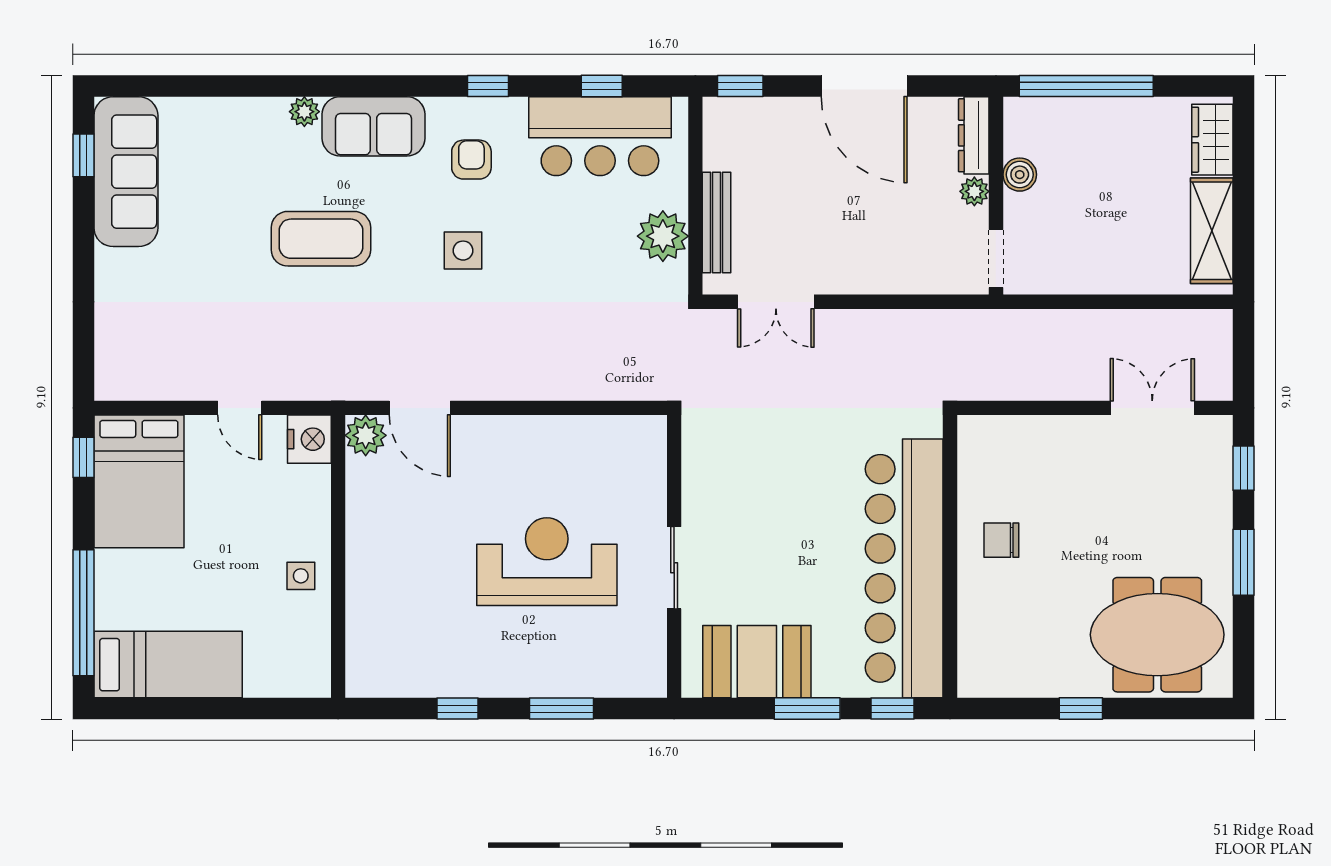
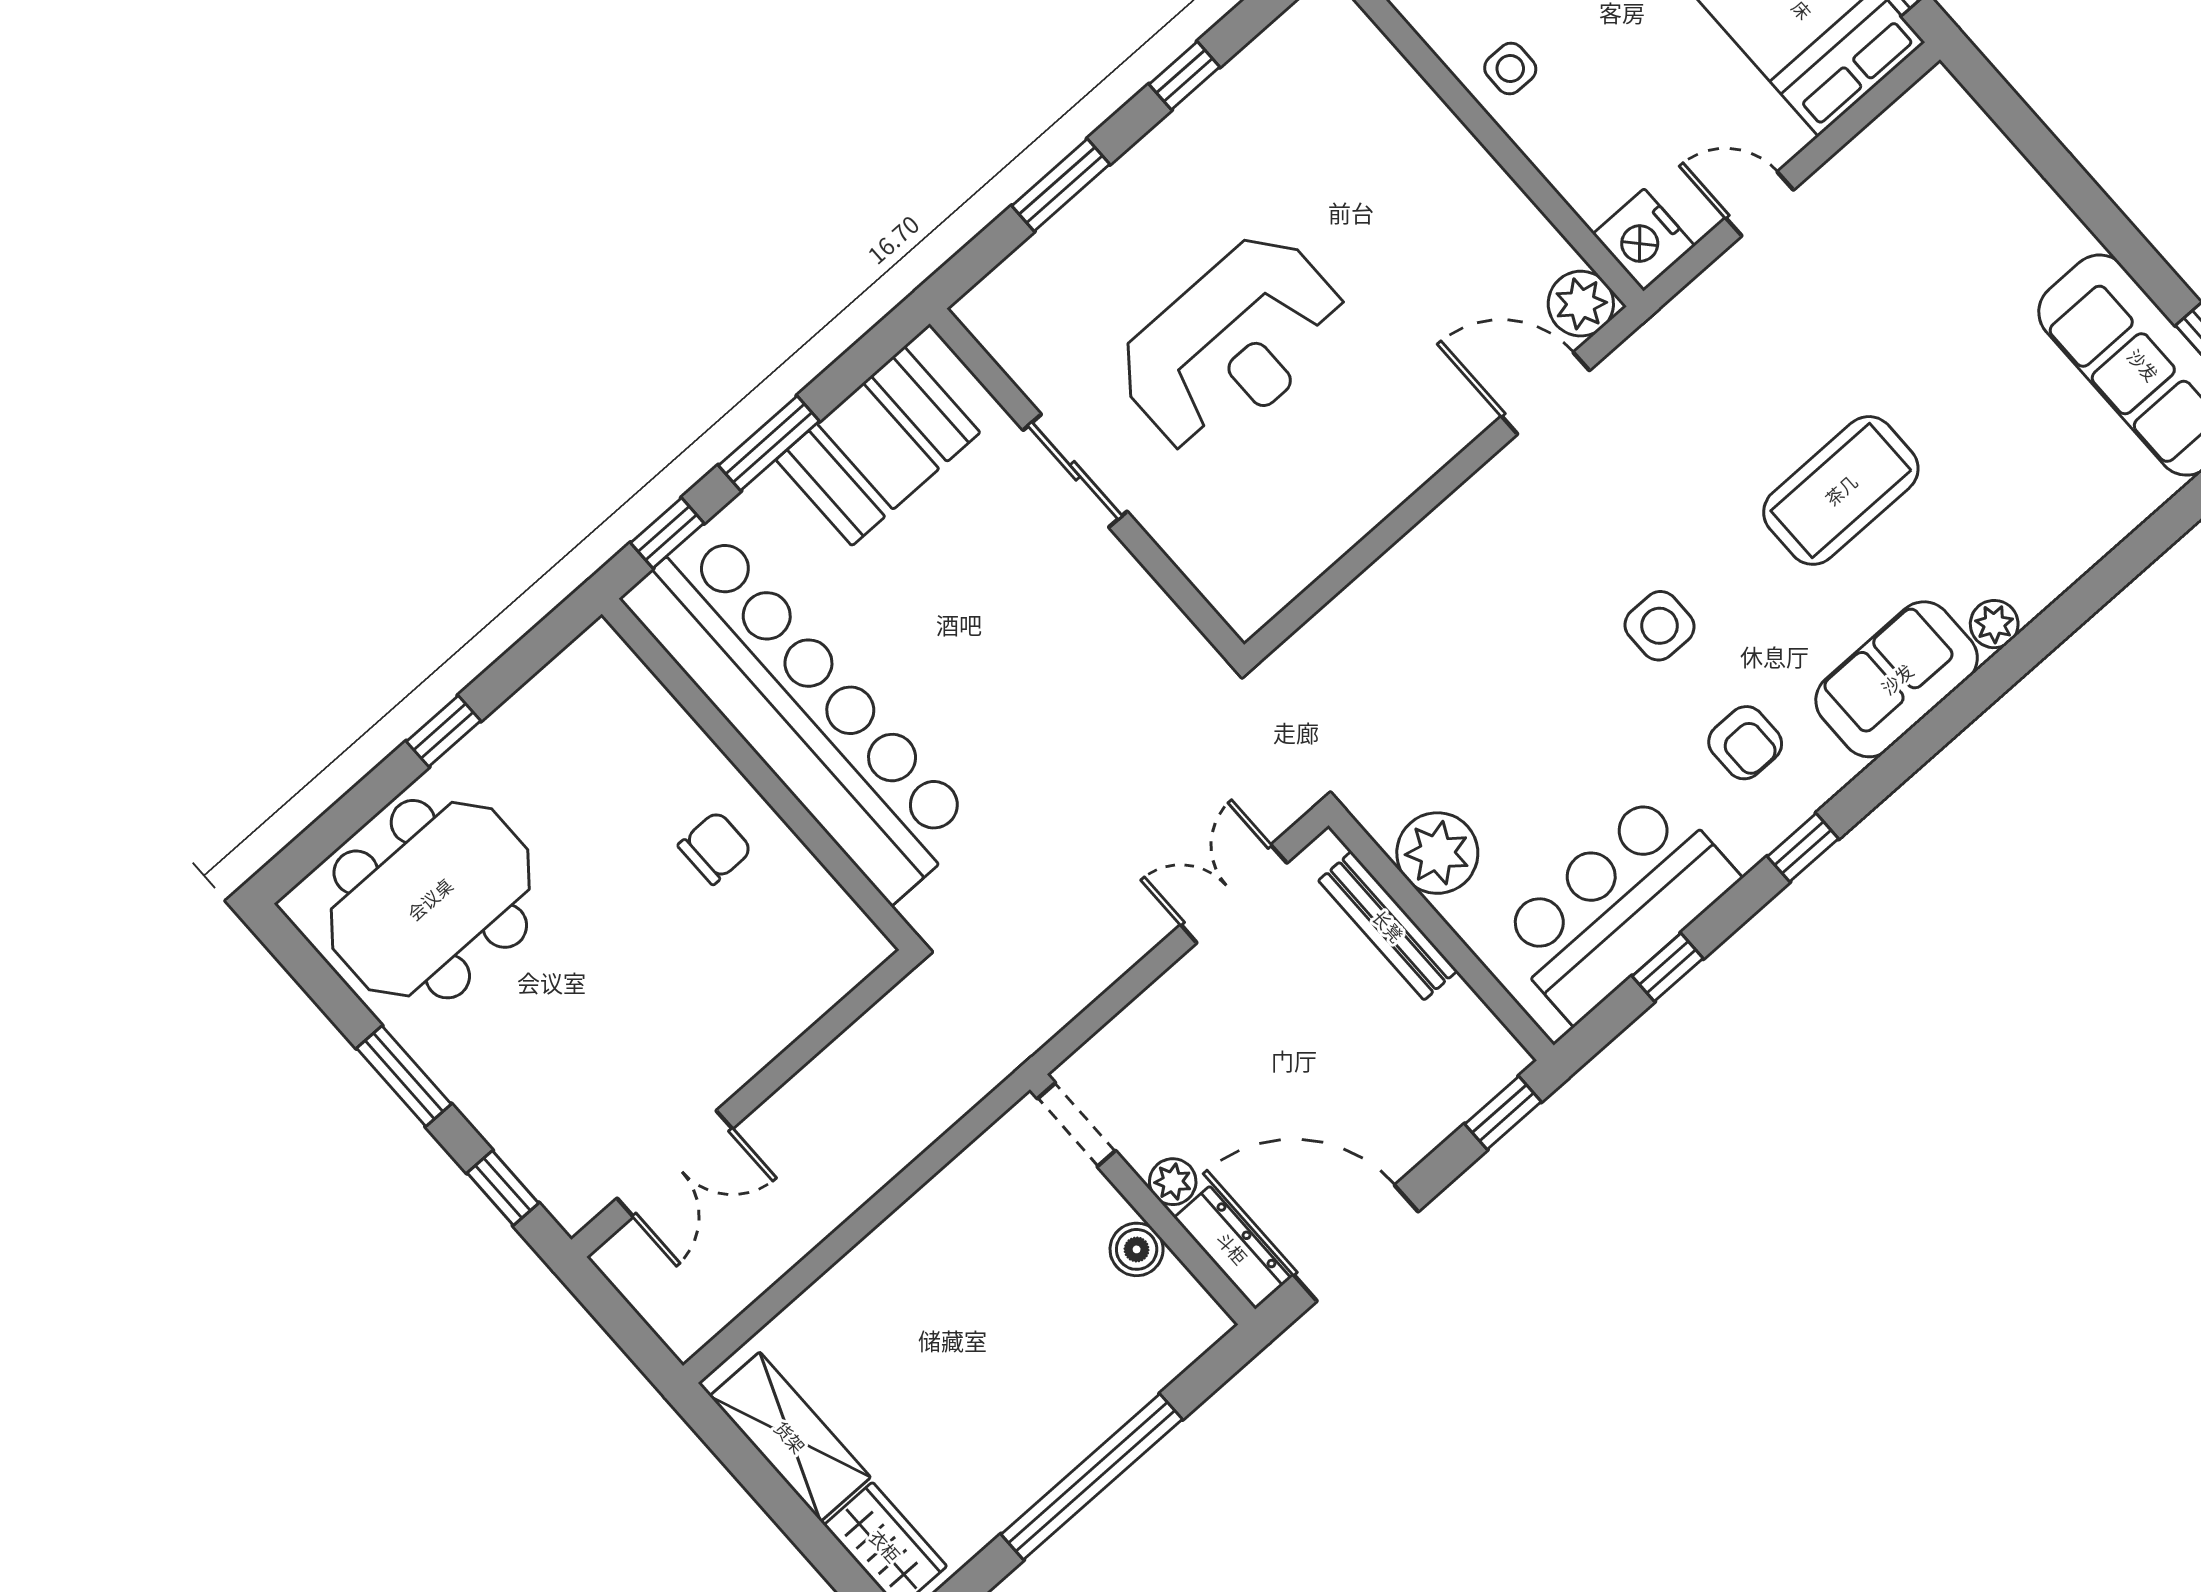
dresser: (974, 135) -> (1232, 1248), moved
boiler: (1020, 175) -> (1137, 1249), moved
plant: (974, 191) -> (1173, 1182), moved
wall: (996, 196) -> (1143, 1199), moved
doorway: (996, 259) -> (1076, 1125), moved

